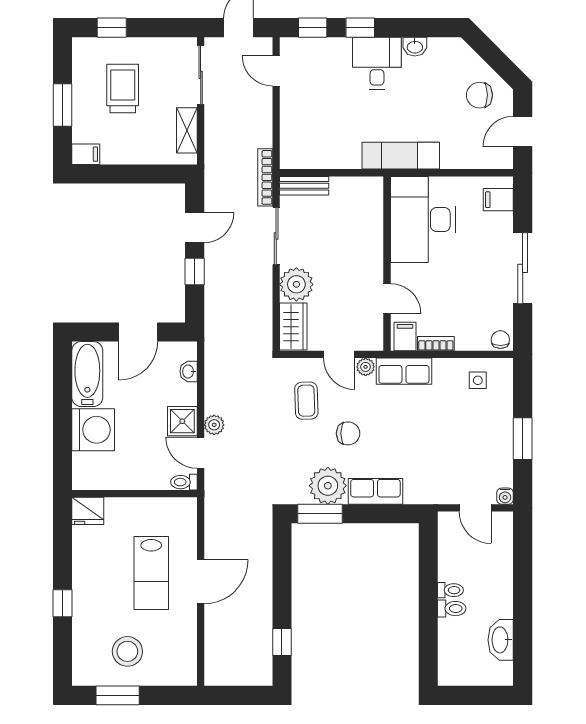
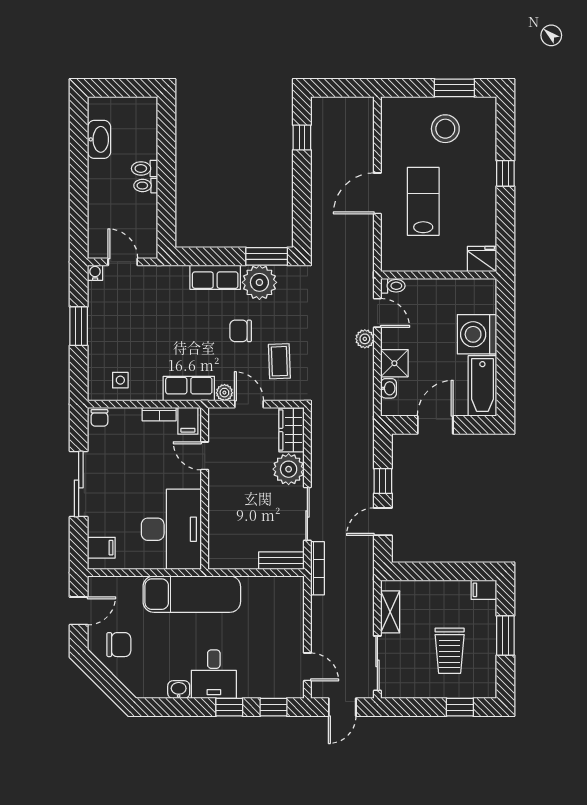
exam couch: (401, 156) -> (192, 594), width x1.36, depth x1.45
shower: (182, 421) -> (394, 363), moved

